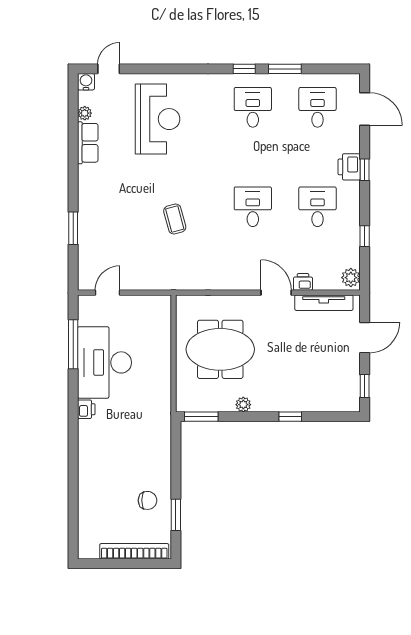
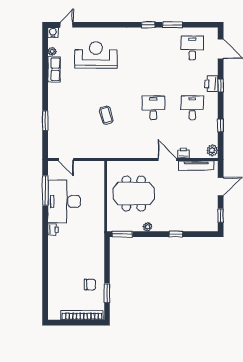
desk: (253, 107) -> (153, 48), removed
reception desk: (158, 119) -> (96, 55), turned -90
door: (108, 293) -> (66, 159), swing flipped

